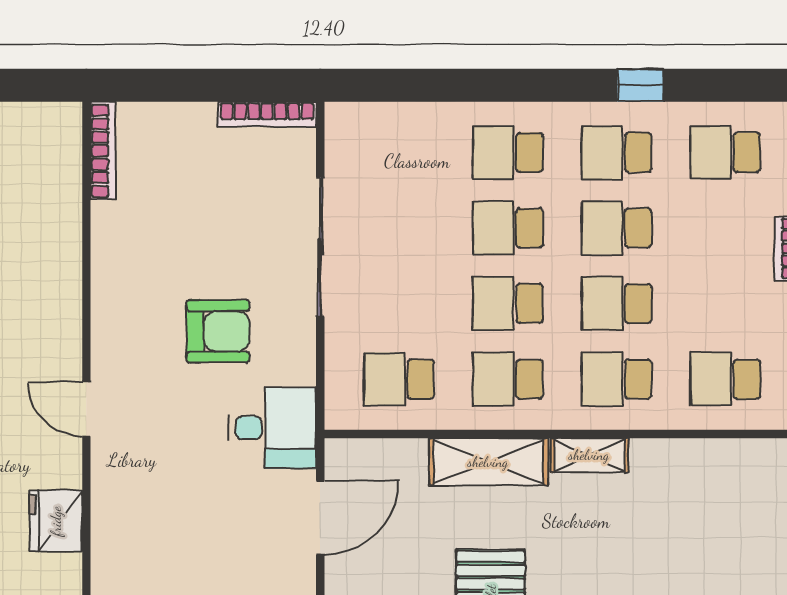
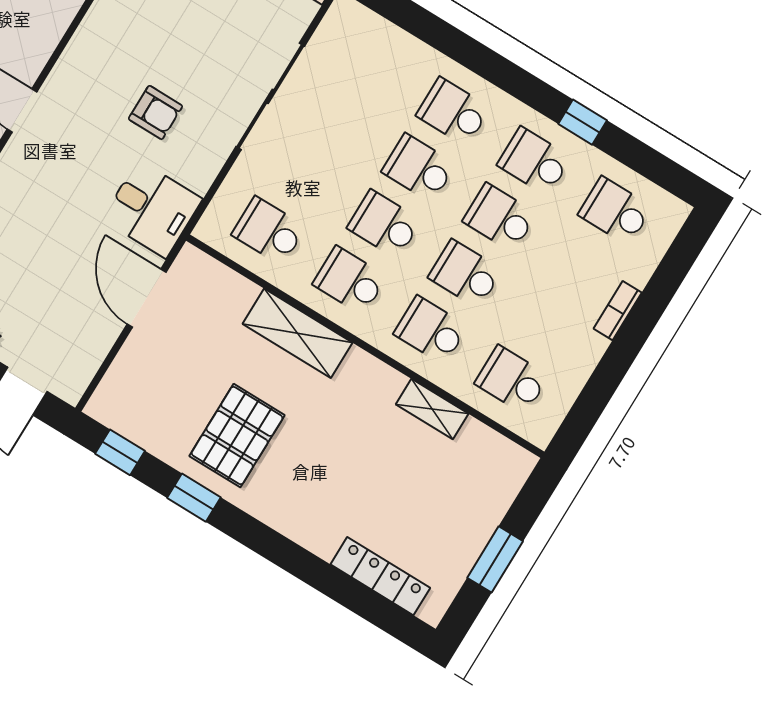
armchair: (218, 331) -> (156, 112), width x0.72, depth x0.72
shelving: (589, 455) -> (432, 409), moved
door: (320, 518) -> (147, 298), swing flipped

